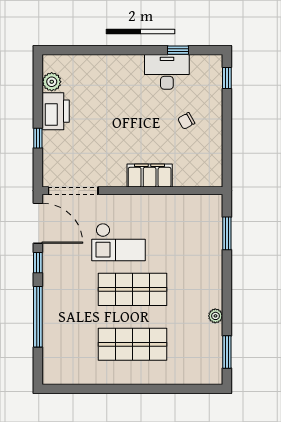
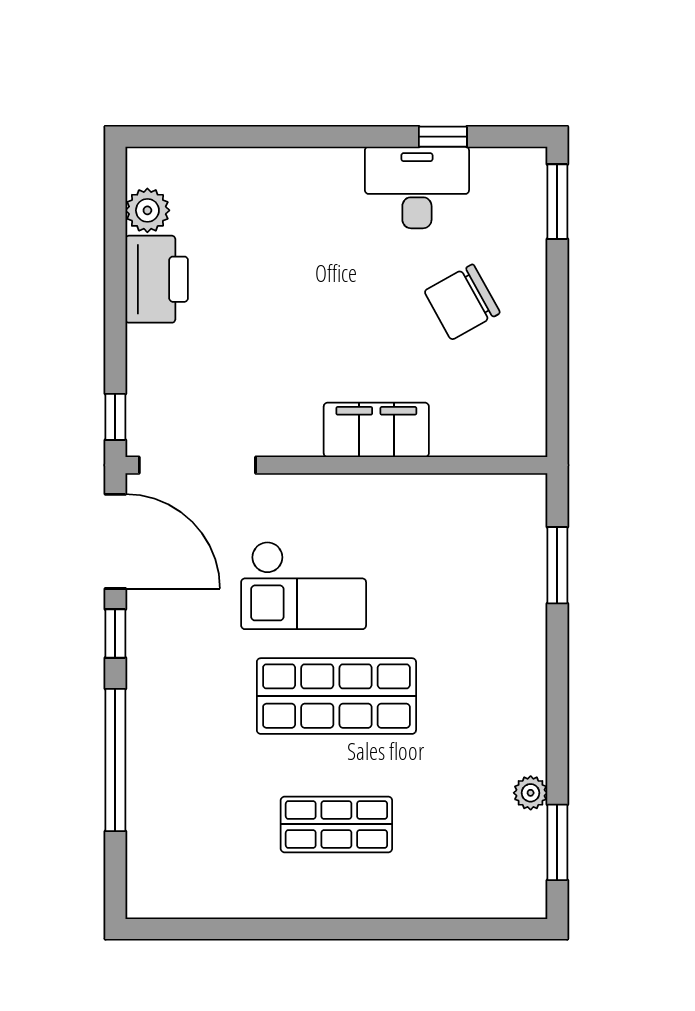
window: (227, 78) -> (557, 202), width x1.50
chair: (186, 121) -> (462, 302), width x1.87, depth x1.87
window: (38, 138) -> (115, 417), moved
plant: (215, 316) -> (531, 793), moved
shop shelf: (132, 344) -> (336, 824), width x0.70, depth x0.74

